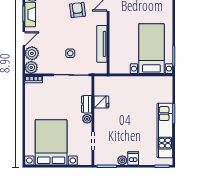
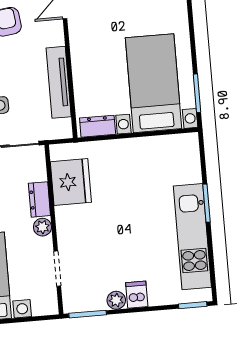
dresser: (120, 69) -> (98, 126), added
fridge: (101, 102) -> (71, 182), width x1.88, depth x1.34

